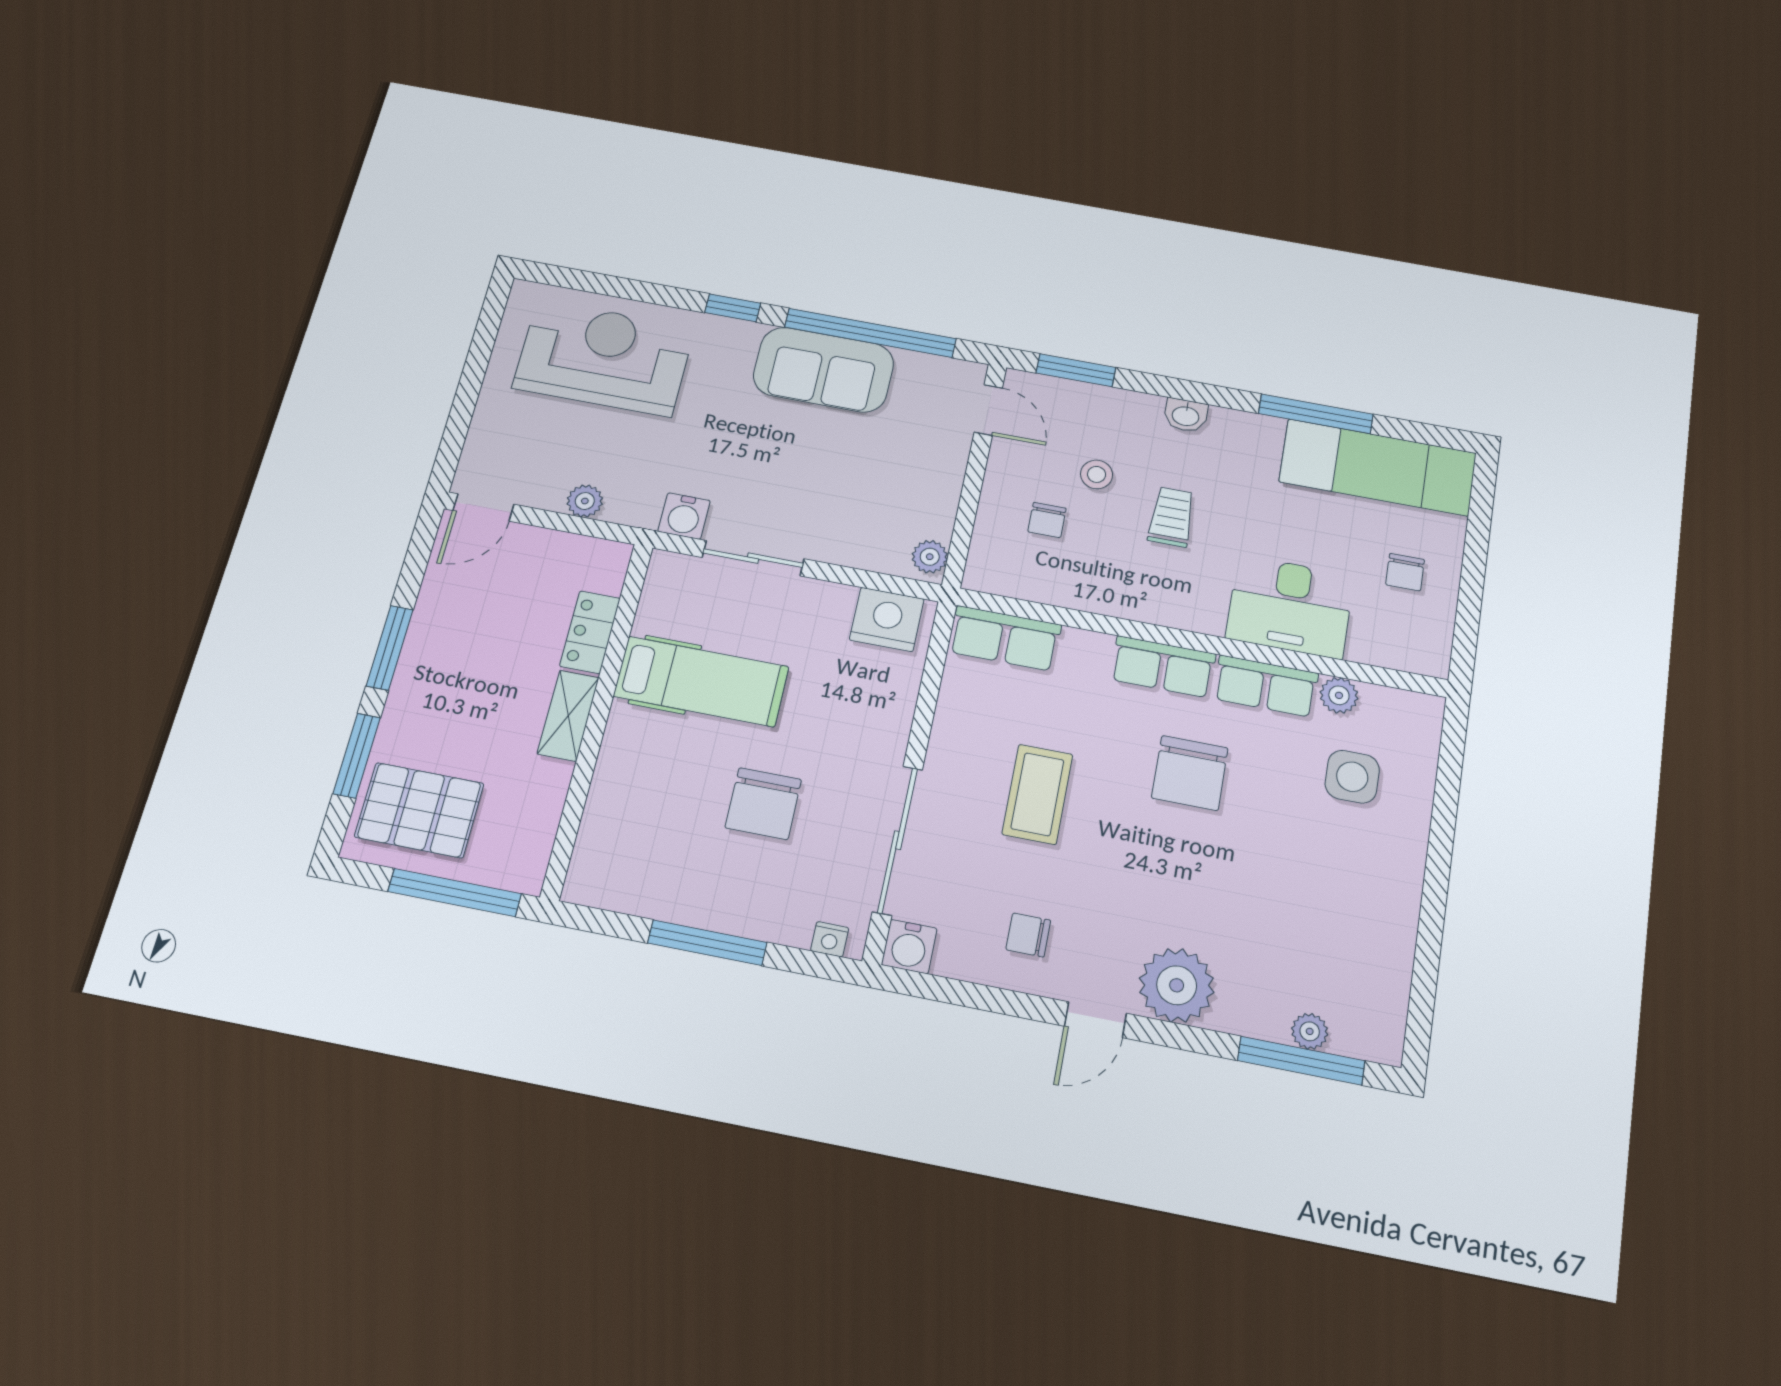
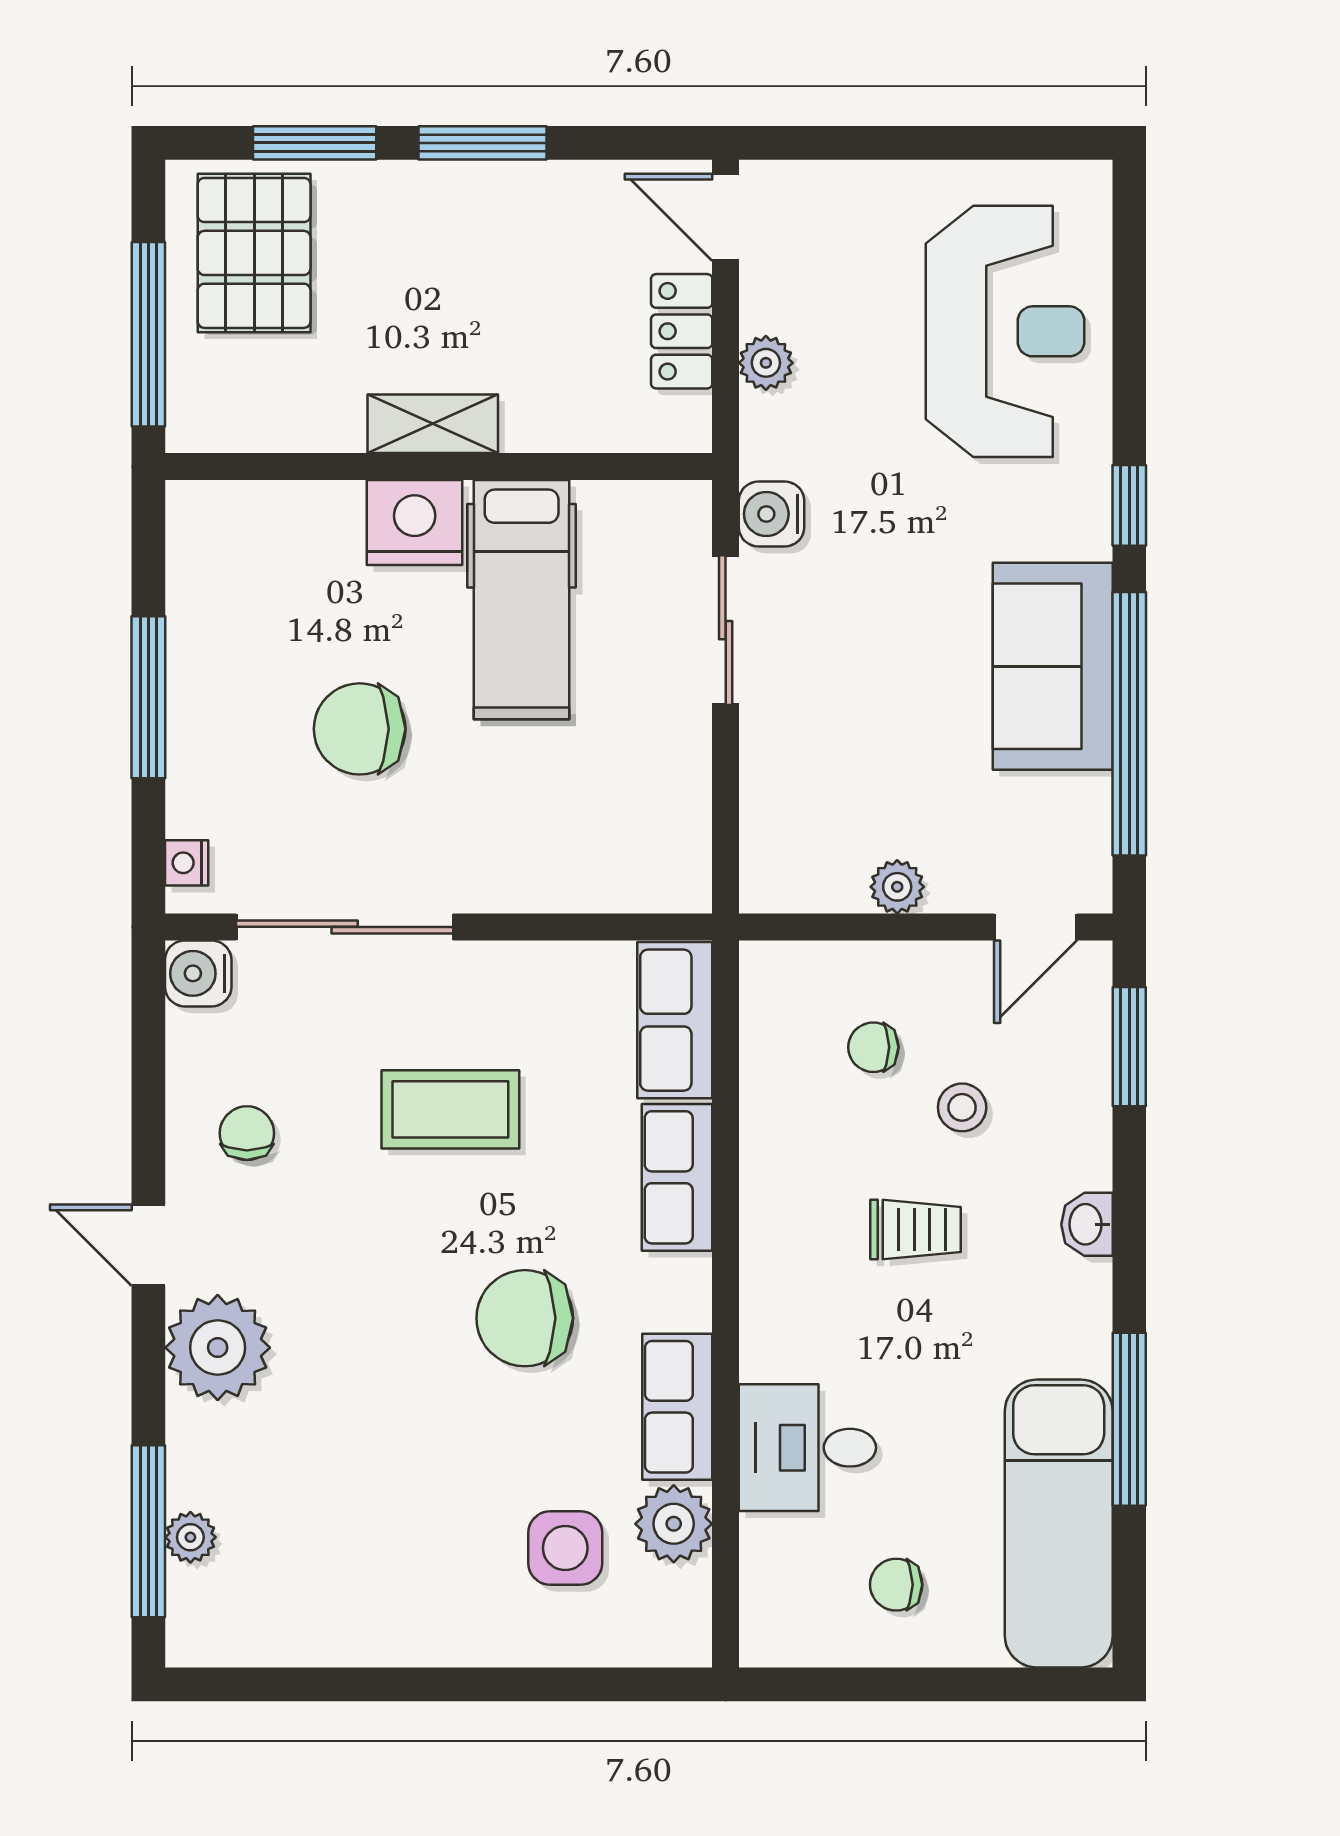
plant: (930, 557) -> (897, 887), moved
desk: (1290, 607) -> (807, 1448), width x0.73
nightstand: (887, 619) -> (415, 523), moved, turned -90
locker: (590, 632) -> (682, 331), moved, turned -90
row of seats: (1163, 667) -> (677, 1177), moved
plant: (1339, 695) -> (674, 1524), width x1.38, depth x1.38

